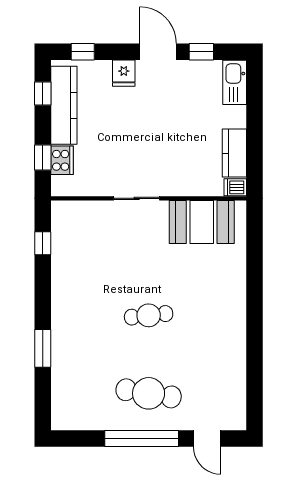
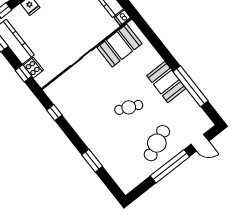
cafe table: (149, 315) -> (129, 107), turned 30
booth: (226, 321) -> (166, 82), added
window: (254, 352) -> (191, 86), added
cafe table: (149, 393) -> (157, 143), turned -33

